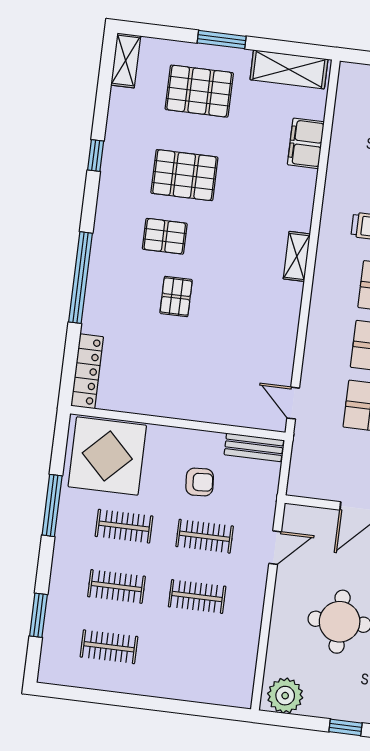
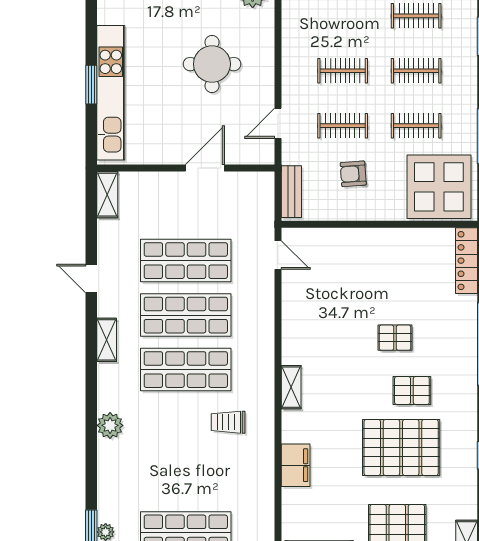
filing cabinet: (306, 143) -> (296, 465), moved
pallet: (184, 175) -> (401, 447), width x1.37, depth x1.41
pallet: (176, 297) -> (395, 338), turned 90
bench: (254, 447) -> (291, 192), moved, turned 90

